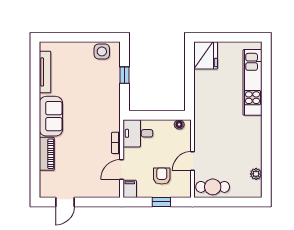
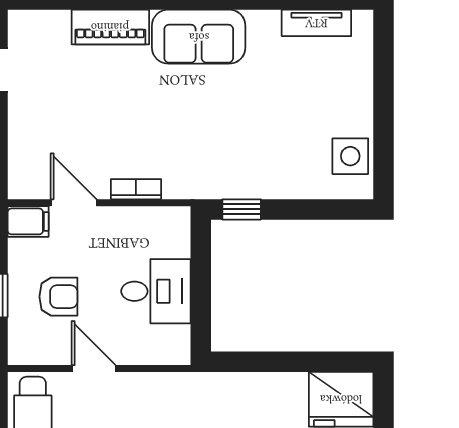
tv unit: (45, 72) -> (316, 23), width x0.71
window: (125, 75) -> (242, 209), moved
floor lamp: (179, 124) -> (179, 337), removed
desk: (138, 133) -> (156, 291), moved, turned 90

